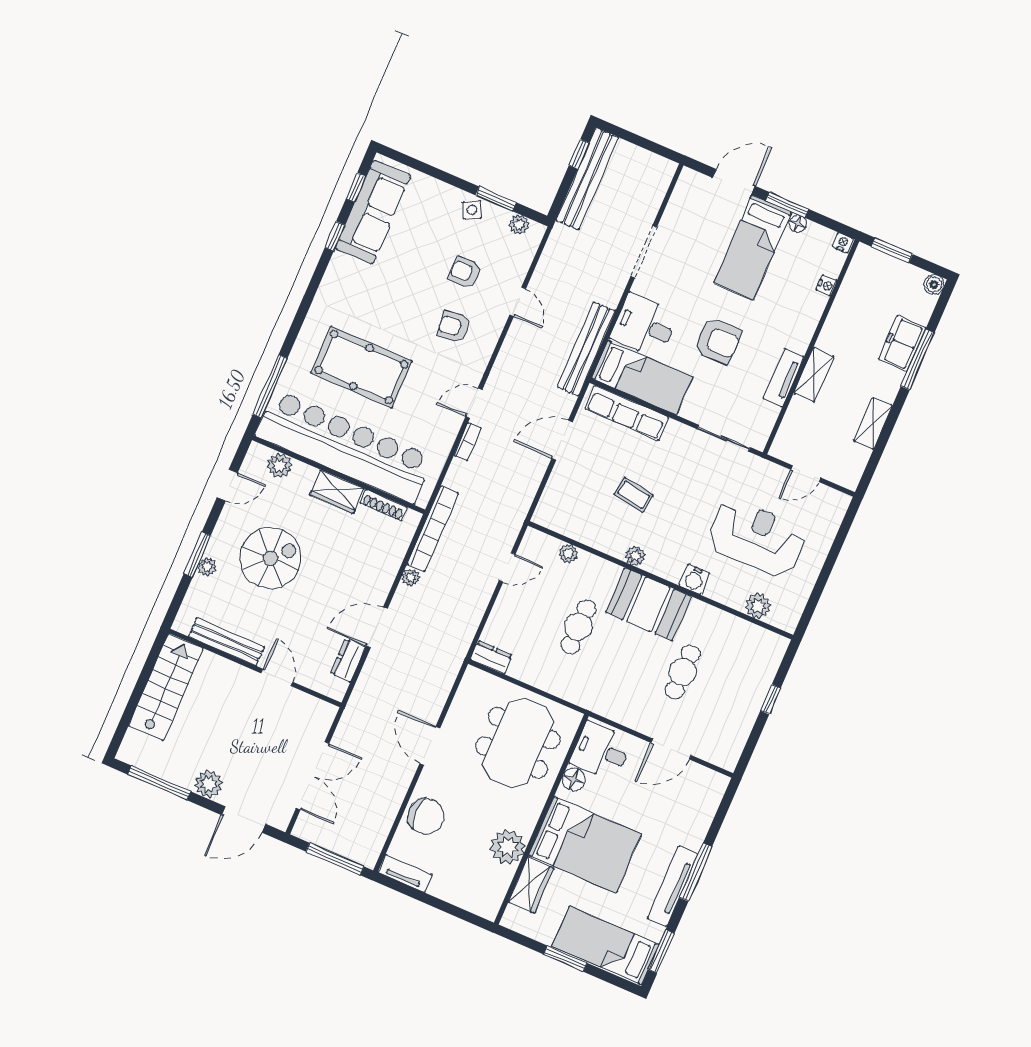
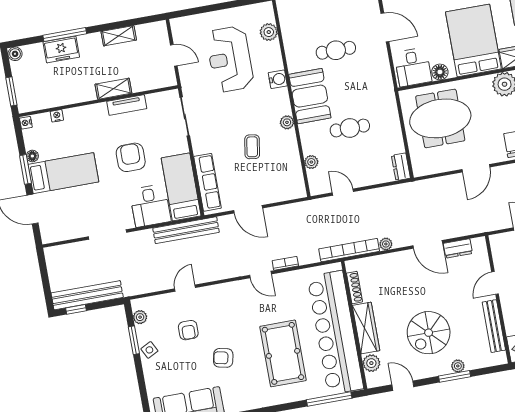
armchair: (454, 327) -> (223, 358), moved, turned 108
wardrobe: (337, 492) -> (366, 328), width x1.50
spiral stairs: (270, 558) -> (429, 333), turned -90

